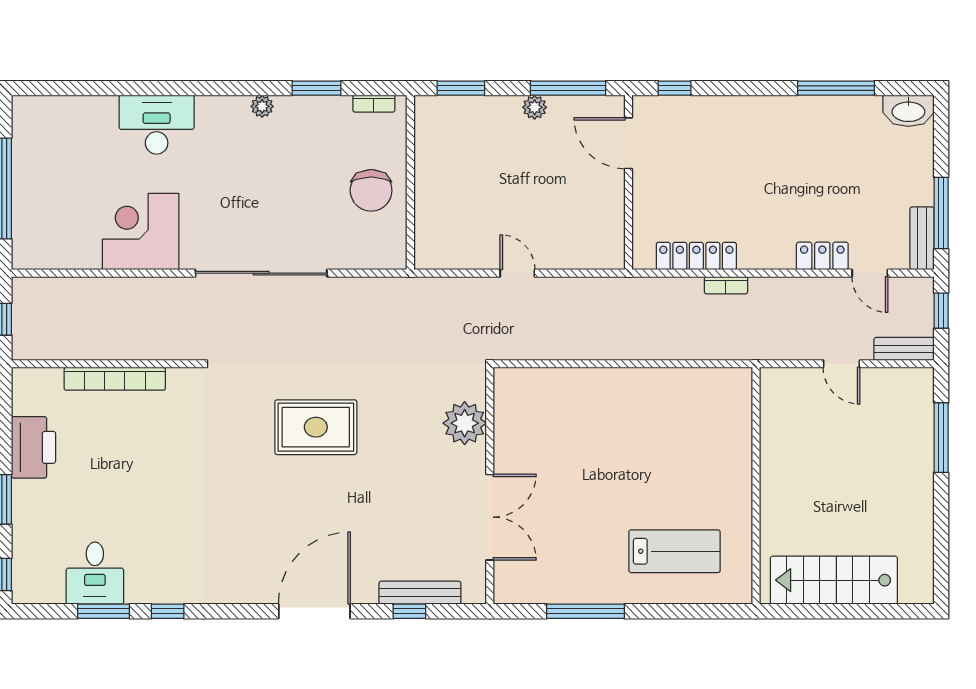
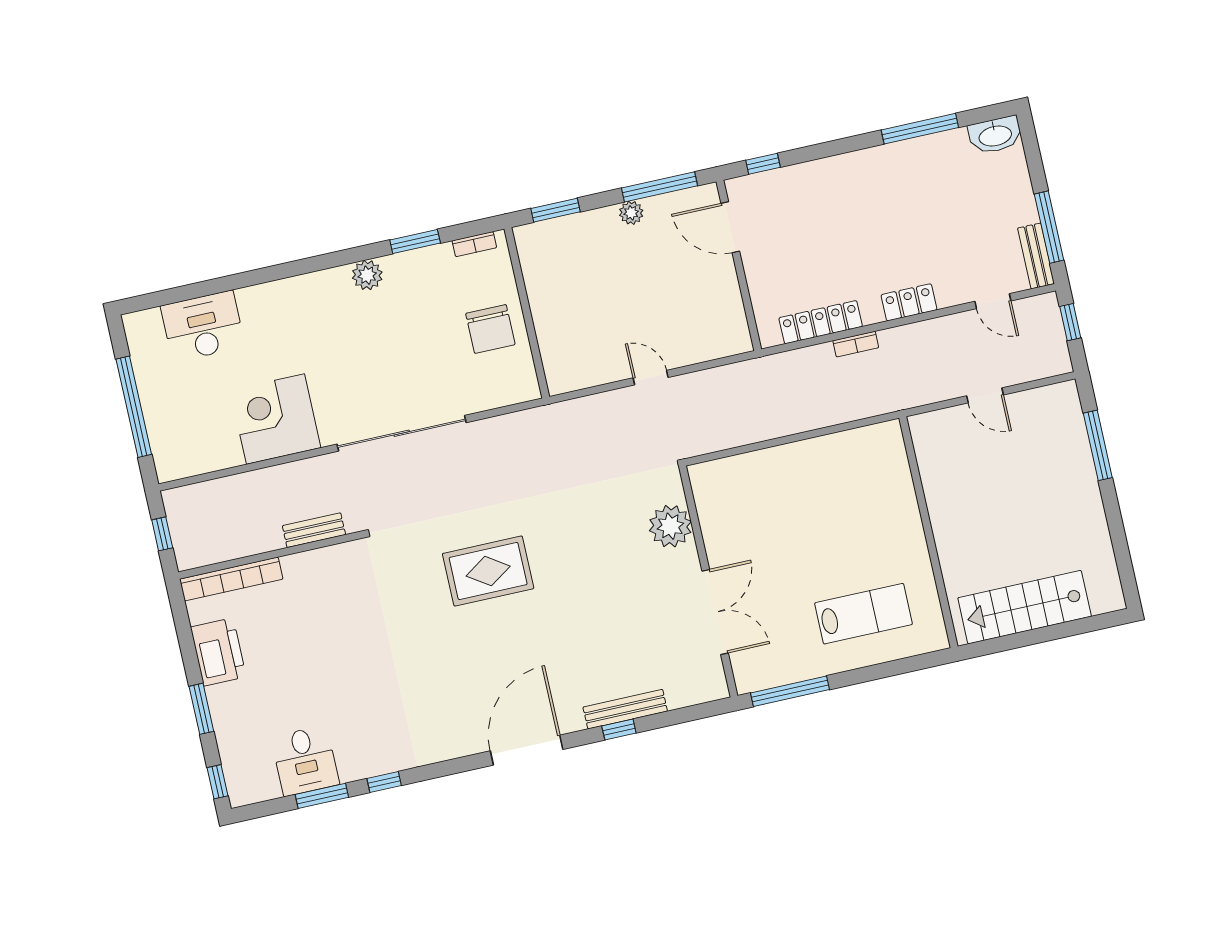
plant: (262, 106) -> (367, 275), width x1.38, depth x1.38
desk: (157, 125) -> (203, 326), moved
locker: (822, 256) -> (909, 302), moved
bench: (904, 349) -> (314, 530), moved
bookcase: (115, 379) -> (231, 579), moved
plant: (465, 423) -> (670, 526), moved
wall: (490, 486) -> (708, 581), moved
double door: (490, 517) -> (715, 612), moved

